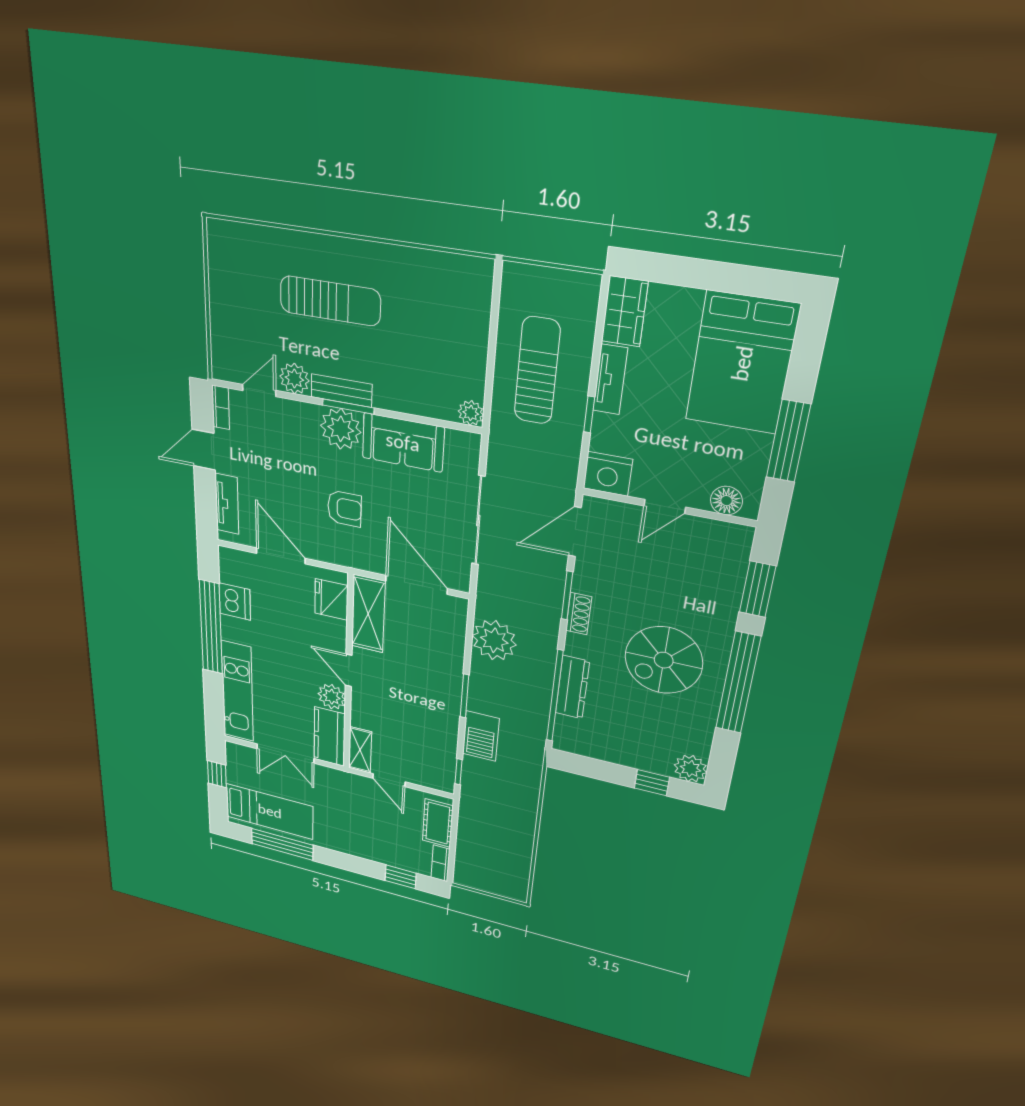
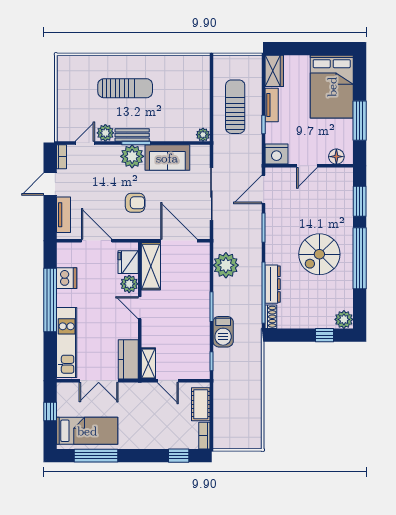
shoe rack: (579, 614) -> (271, 317), moved
plant: (332, 697) -> (129, 284), moved

